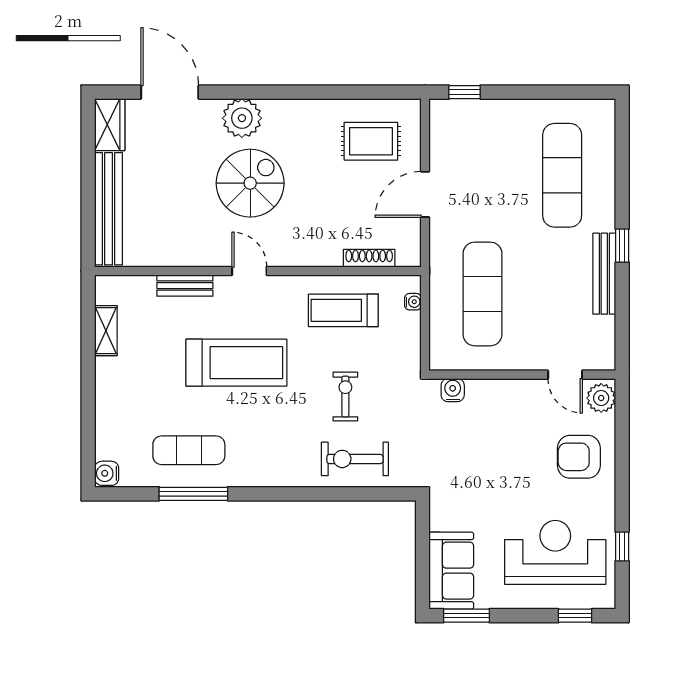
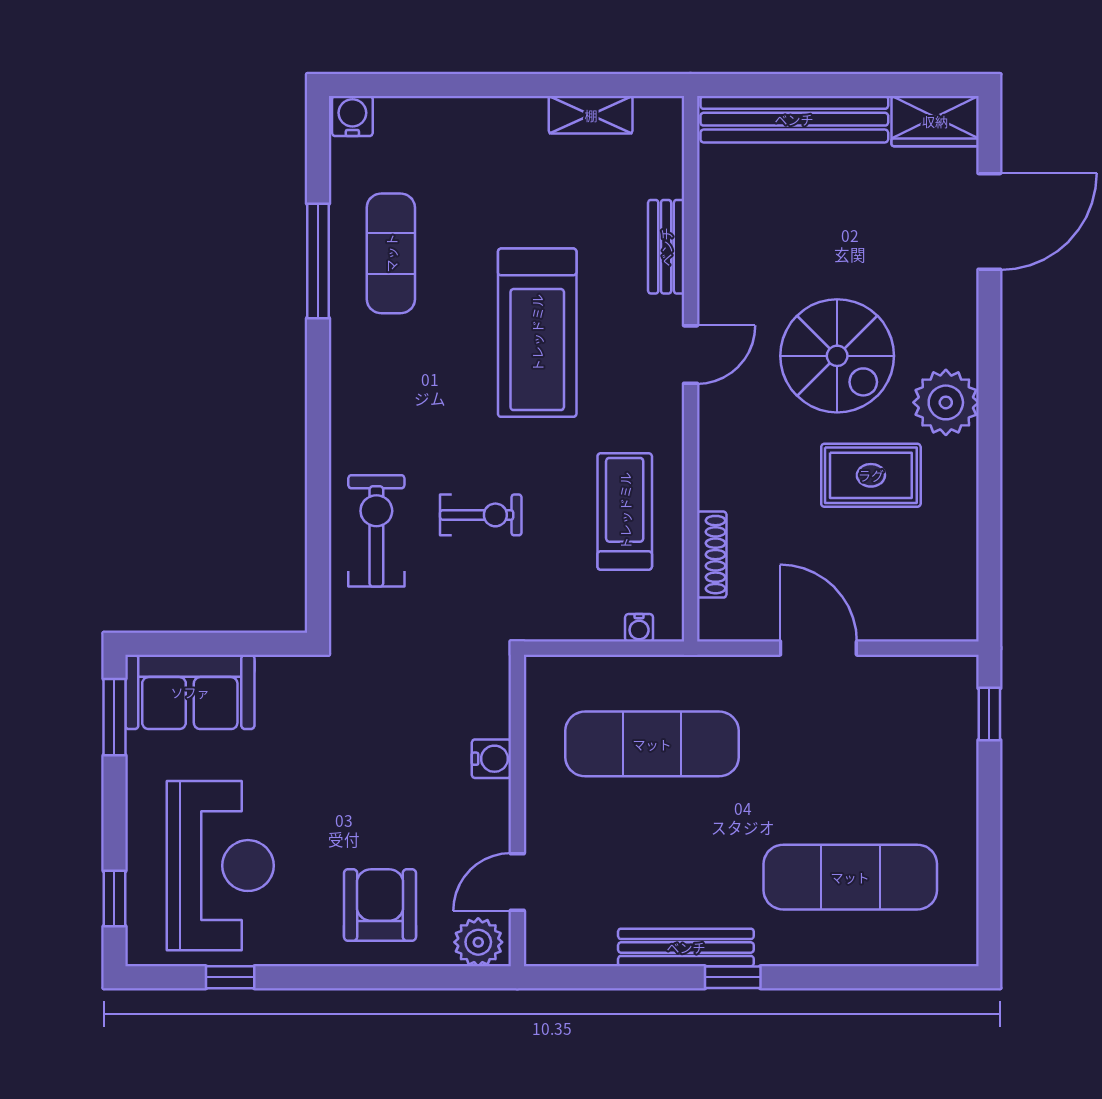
plant: (242, 118) -> (946, 402), moved
rug: (371, 141) -> (871, 475), moved, turned 90
water cooler: (453, 390) -> (491, 759), moved

